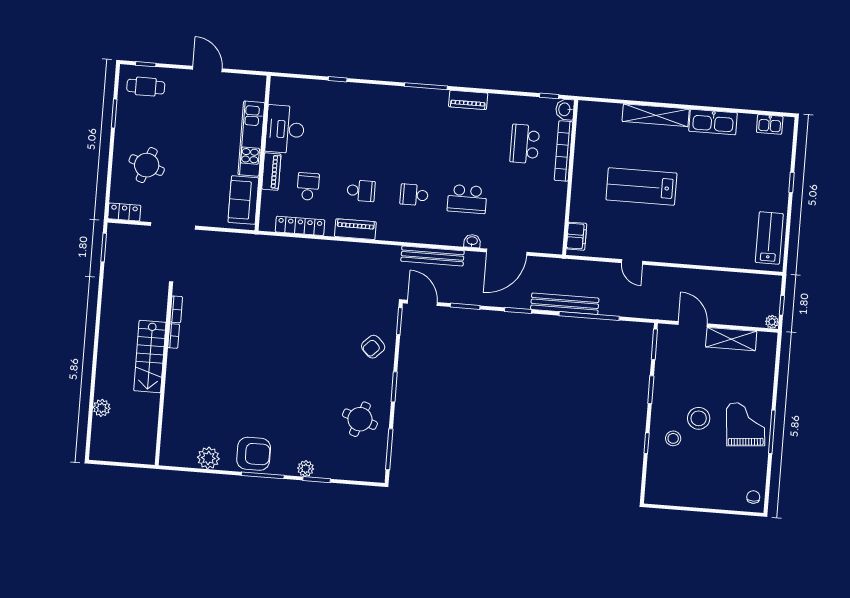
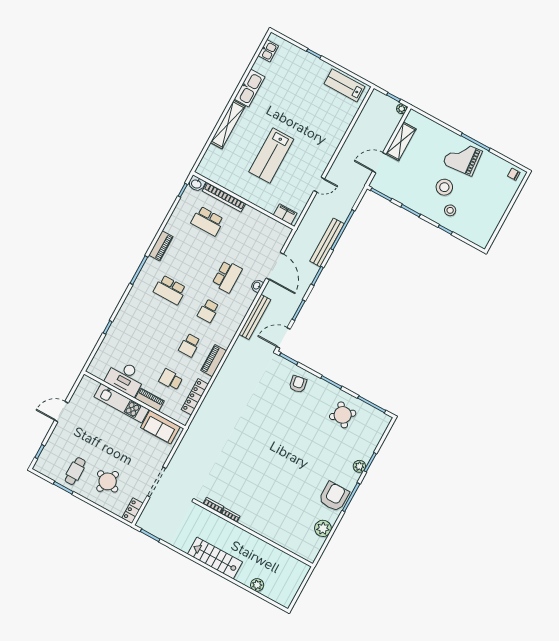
cafe table: (146, 87) -> (75, 471), moved
school desk: (419, 136) -> (170, 290), added
school desk: (361, 191) -> (190, 345), turned 180
armchair: (373, 347) -> (298, 384), turned -145
stairs: (150, 357) -> (215, 558), moved, turned 180
round table: (360, 419) -> (343, 415), turned 33

